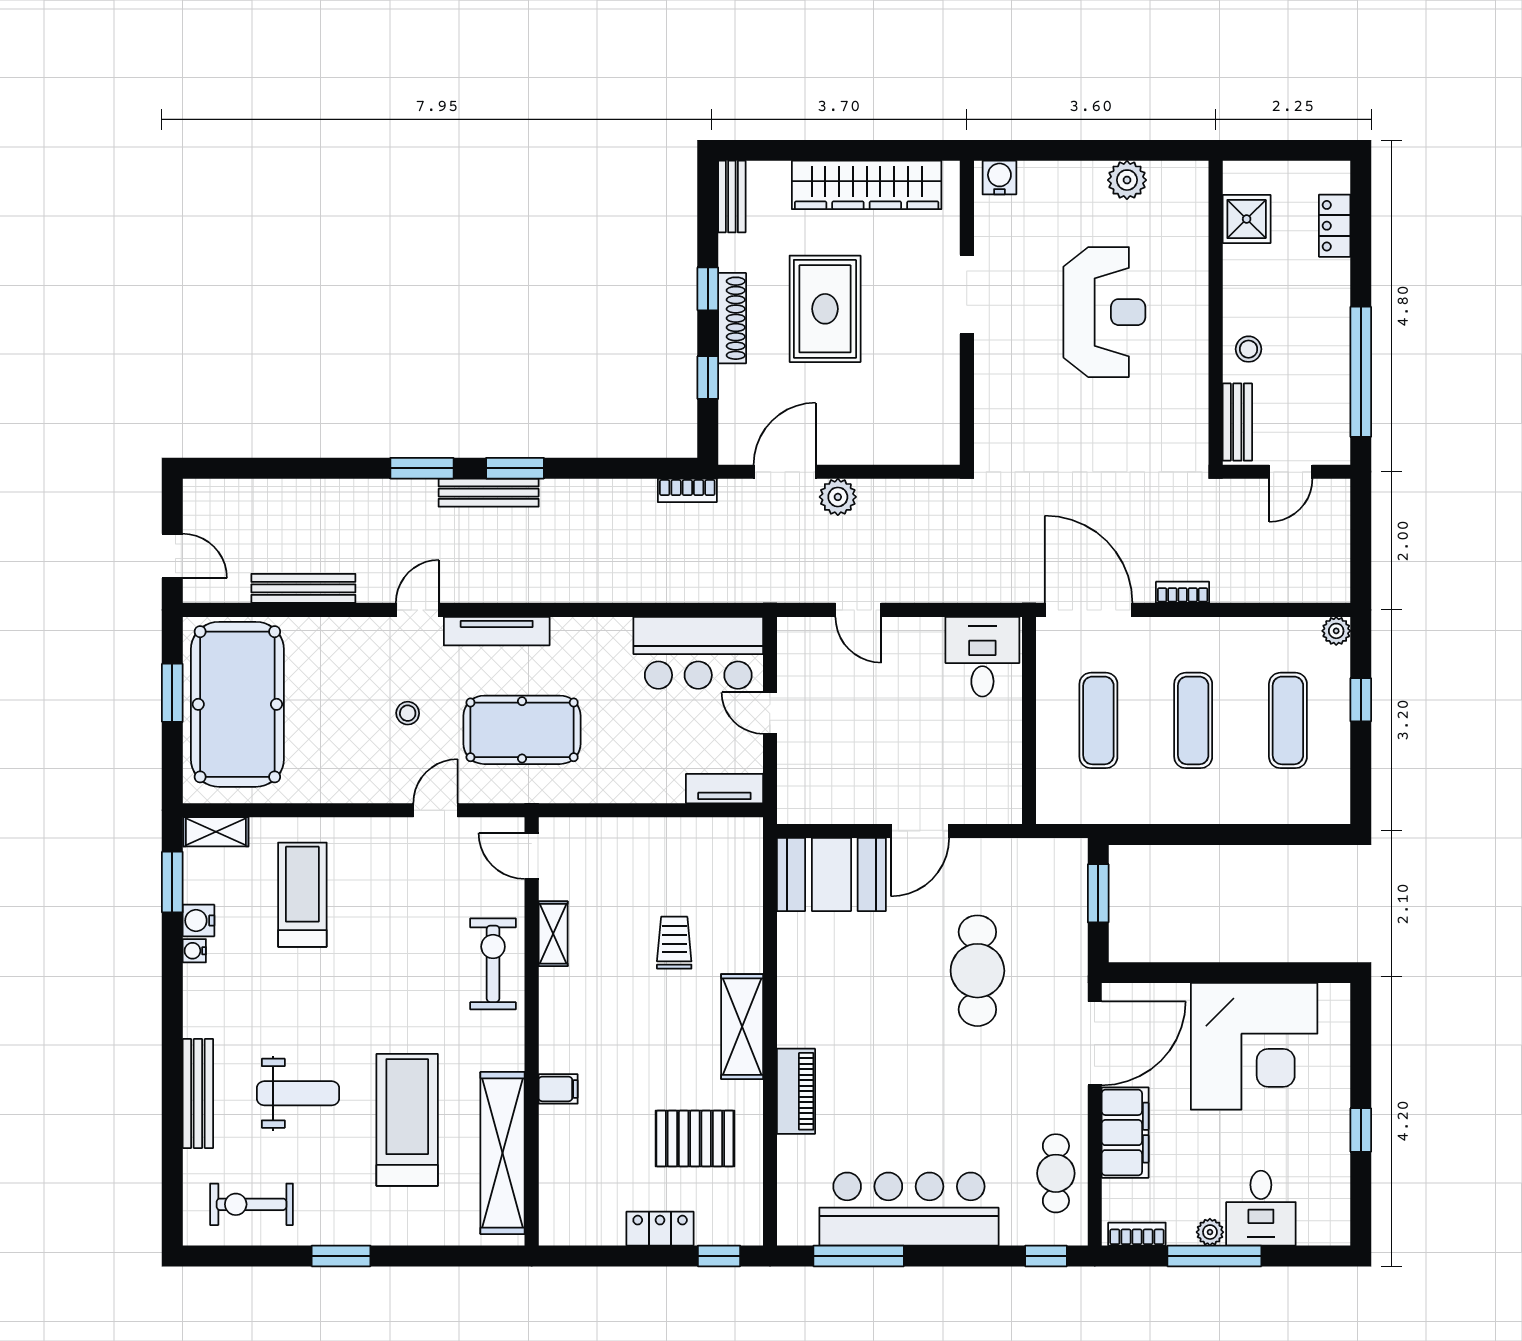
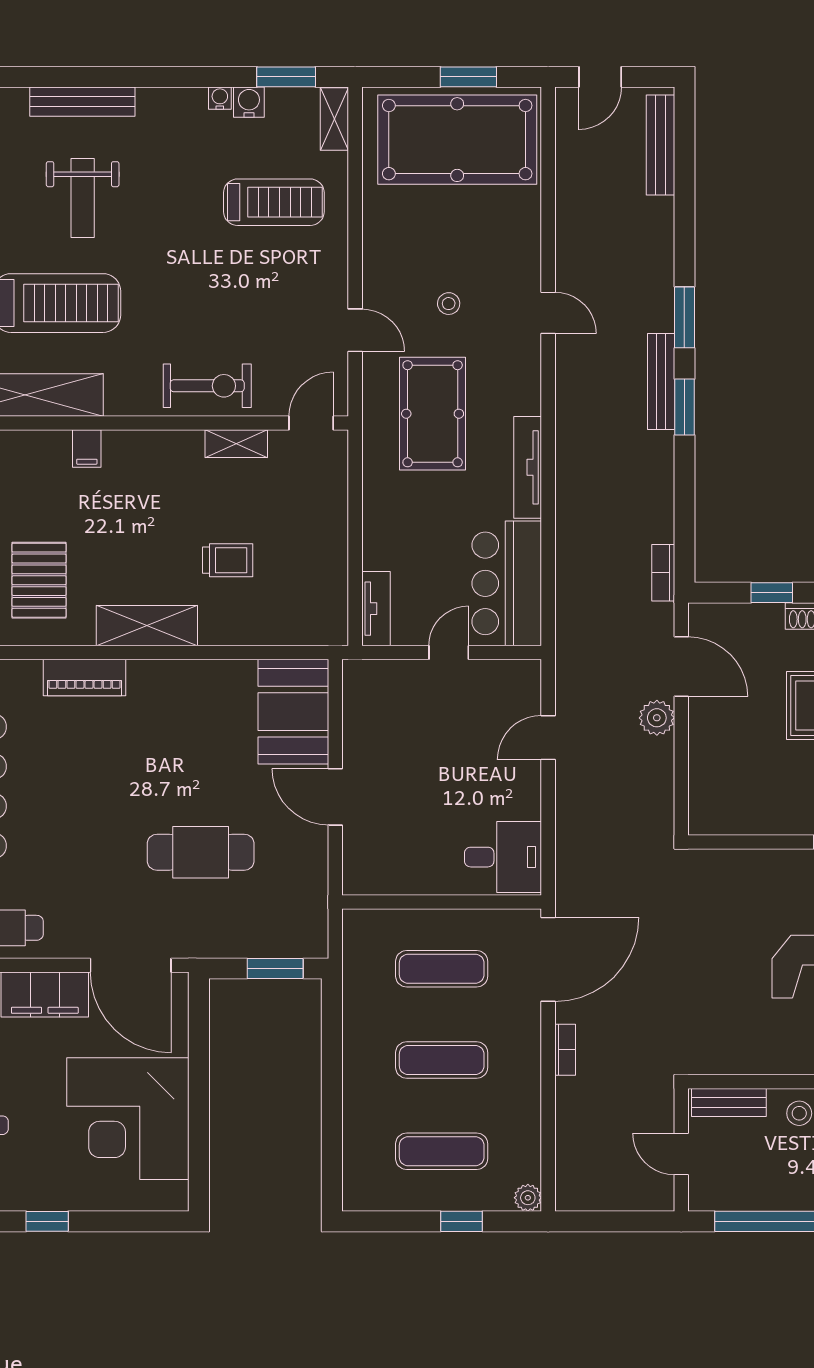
bench: (303, 588) -> (660, 145), moved
tv unit: (497, 631) -> (528, 467), moved

